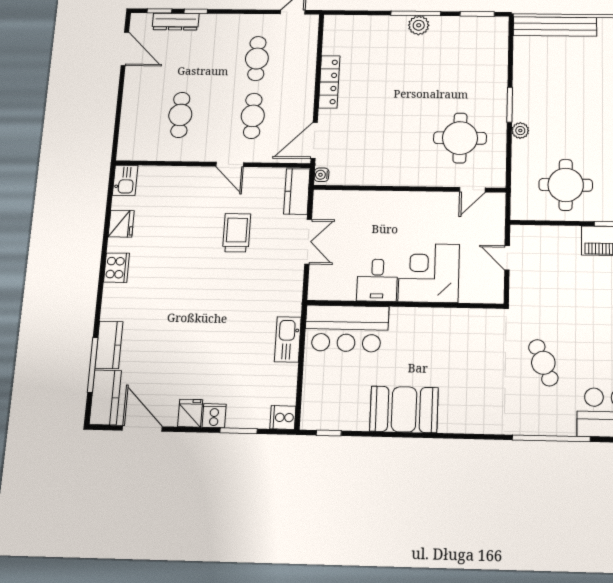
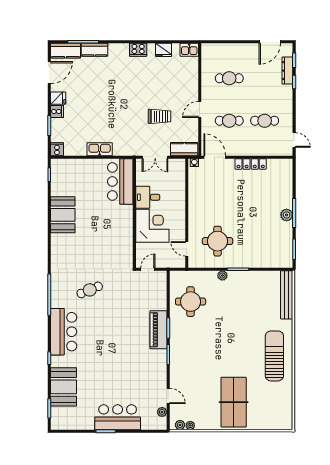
corner desk: (429, 273) -> (152, 226), moved
desk: (377, 280) -> (148, 197), moved
wall: (405, 304) -> (134, 213), moved
bar counter: (347, 329) -> (120, 181), moved

